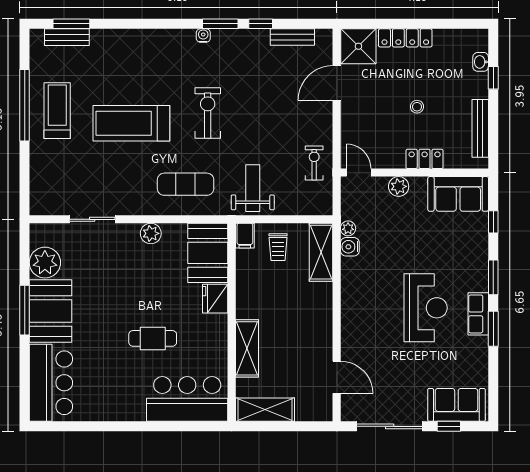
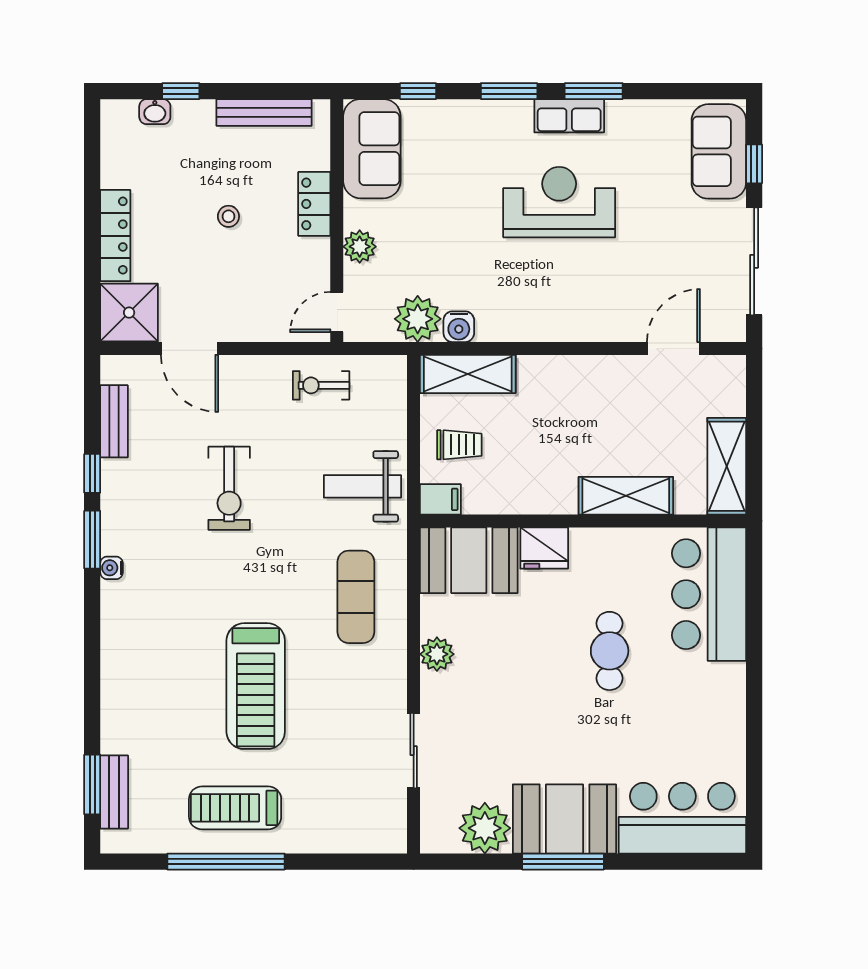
exercise bike: (208, 113) -> (229, 488), moved, turned -90
plant: (348, 228) -> (418, 319), width x1.88, depth x1.88

